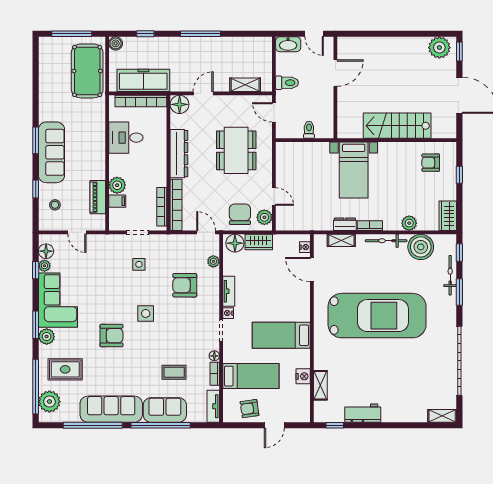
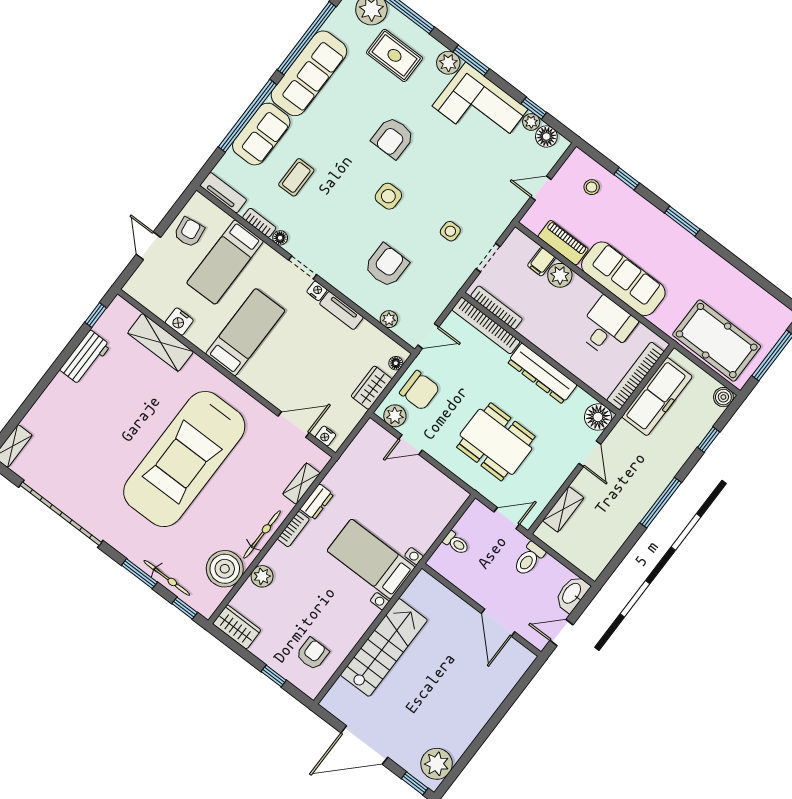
sofa: (51, 152) -> (623, 279), moved, turned 180
floor lamp: (235, 243) -> (396, 363), width x0.53, depth x0.53
rug: (65, 369) -> (394, 55), turned 90
shelving: (320, 385) -> (160, 342), width x1.50, depth x1.33

